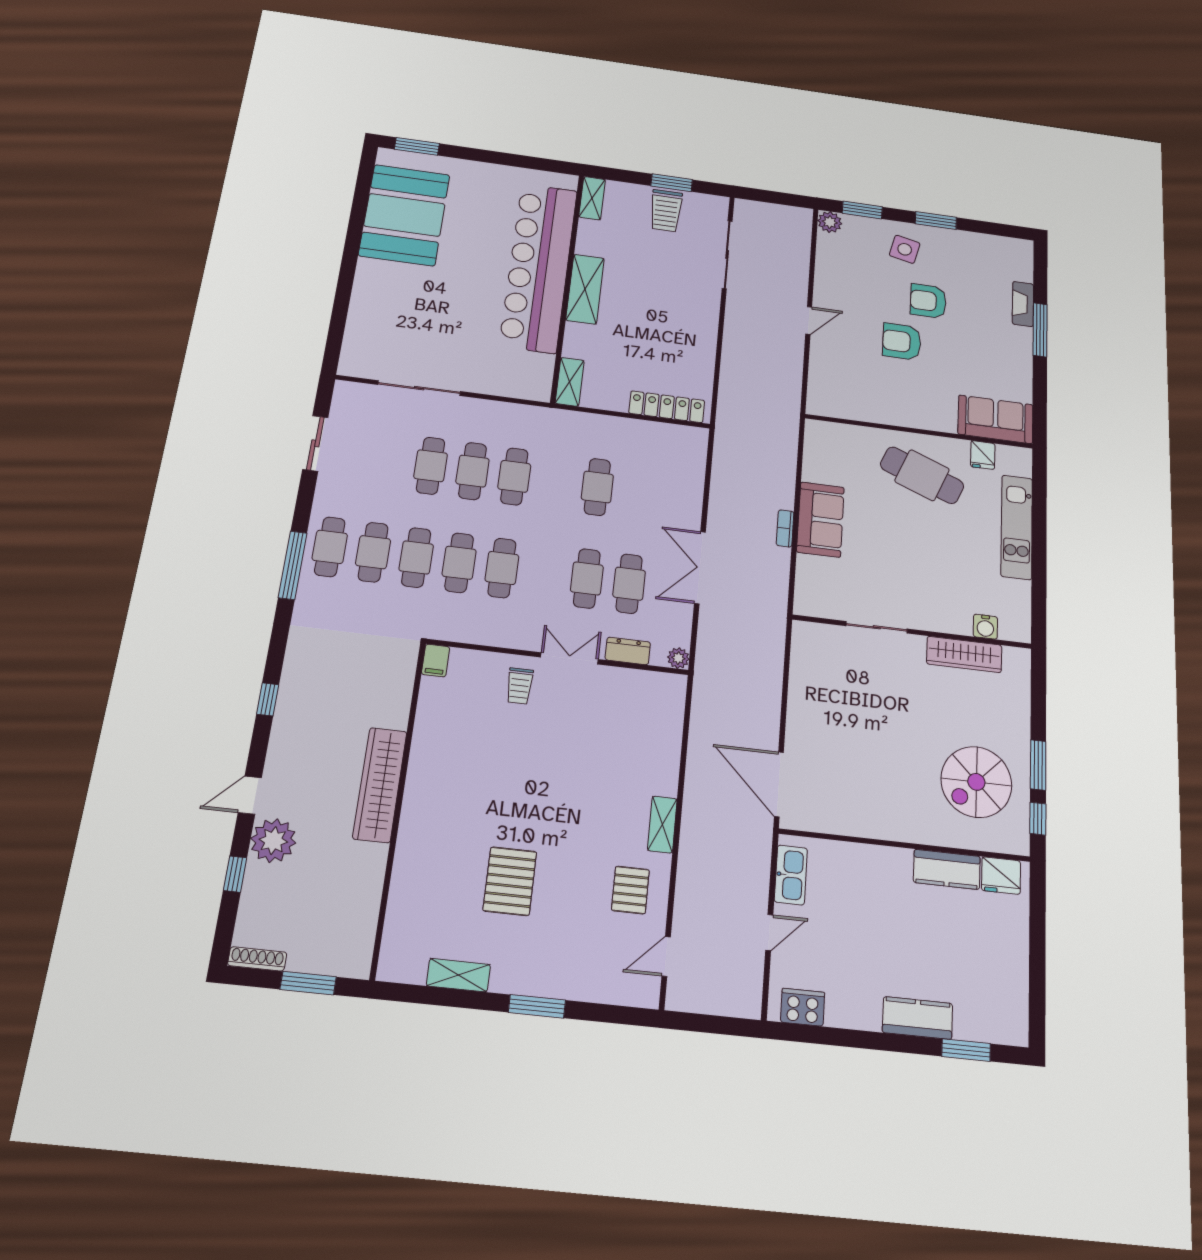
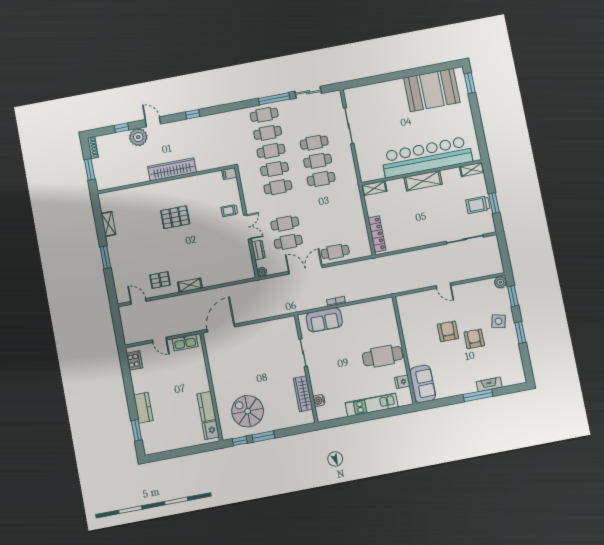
cafe table: (922, 475) -> (383, 356), turned 68
cafe table: (597, 487) -> (335, 252), moved
sofa: (820, 520) -> (324, 320), moved
window: (293, 565) -> (274, 99), moved
pallet: (510, 881) -> (175, 217), moved

